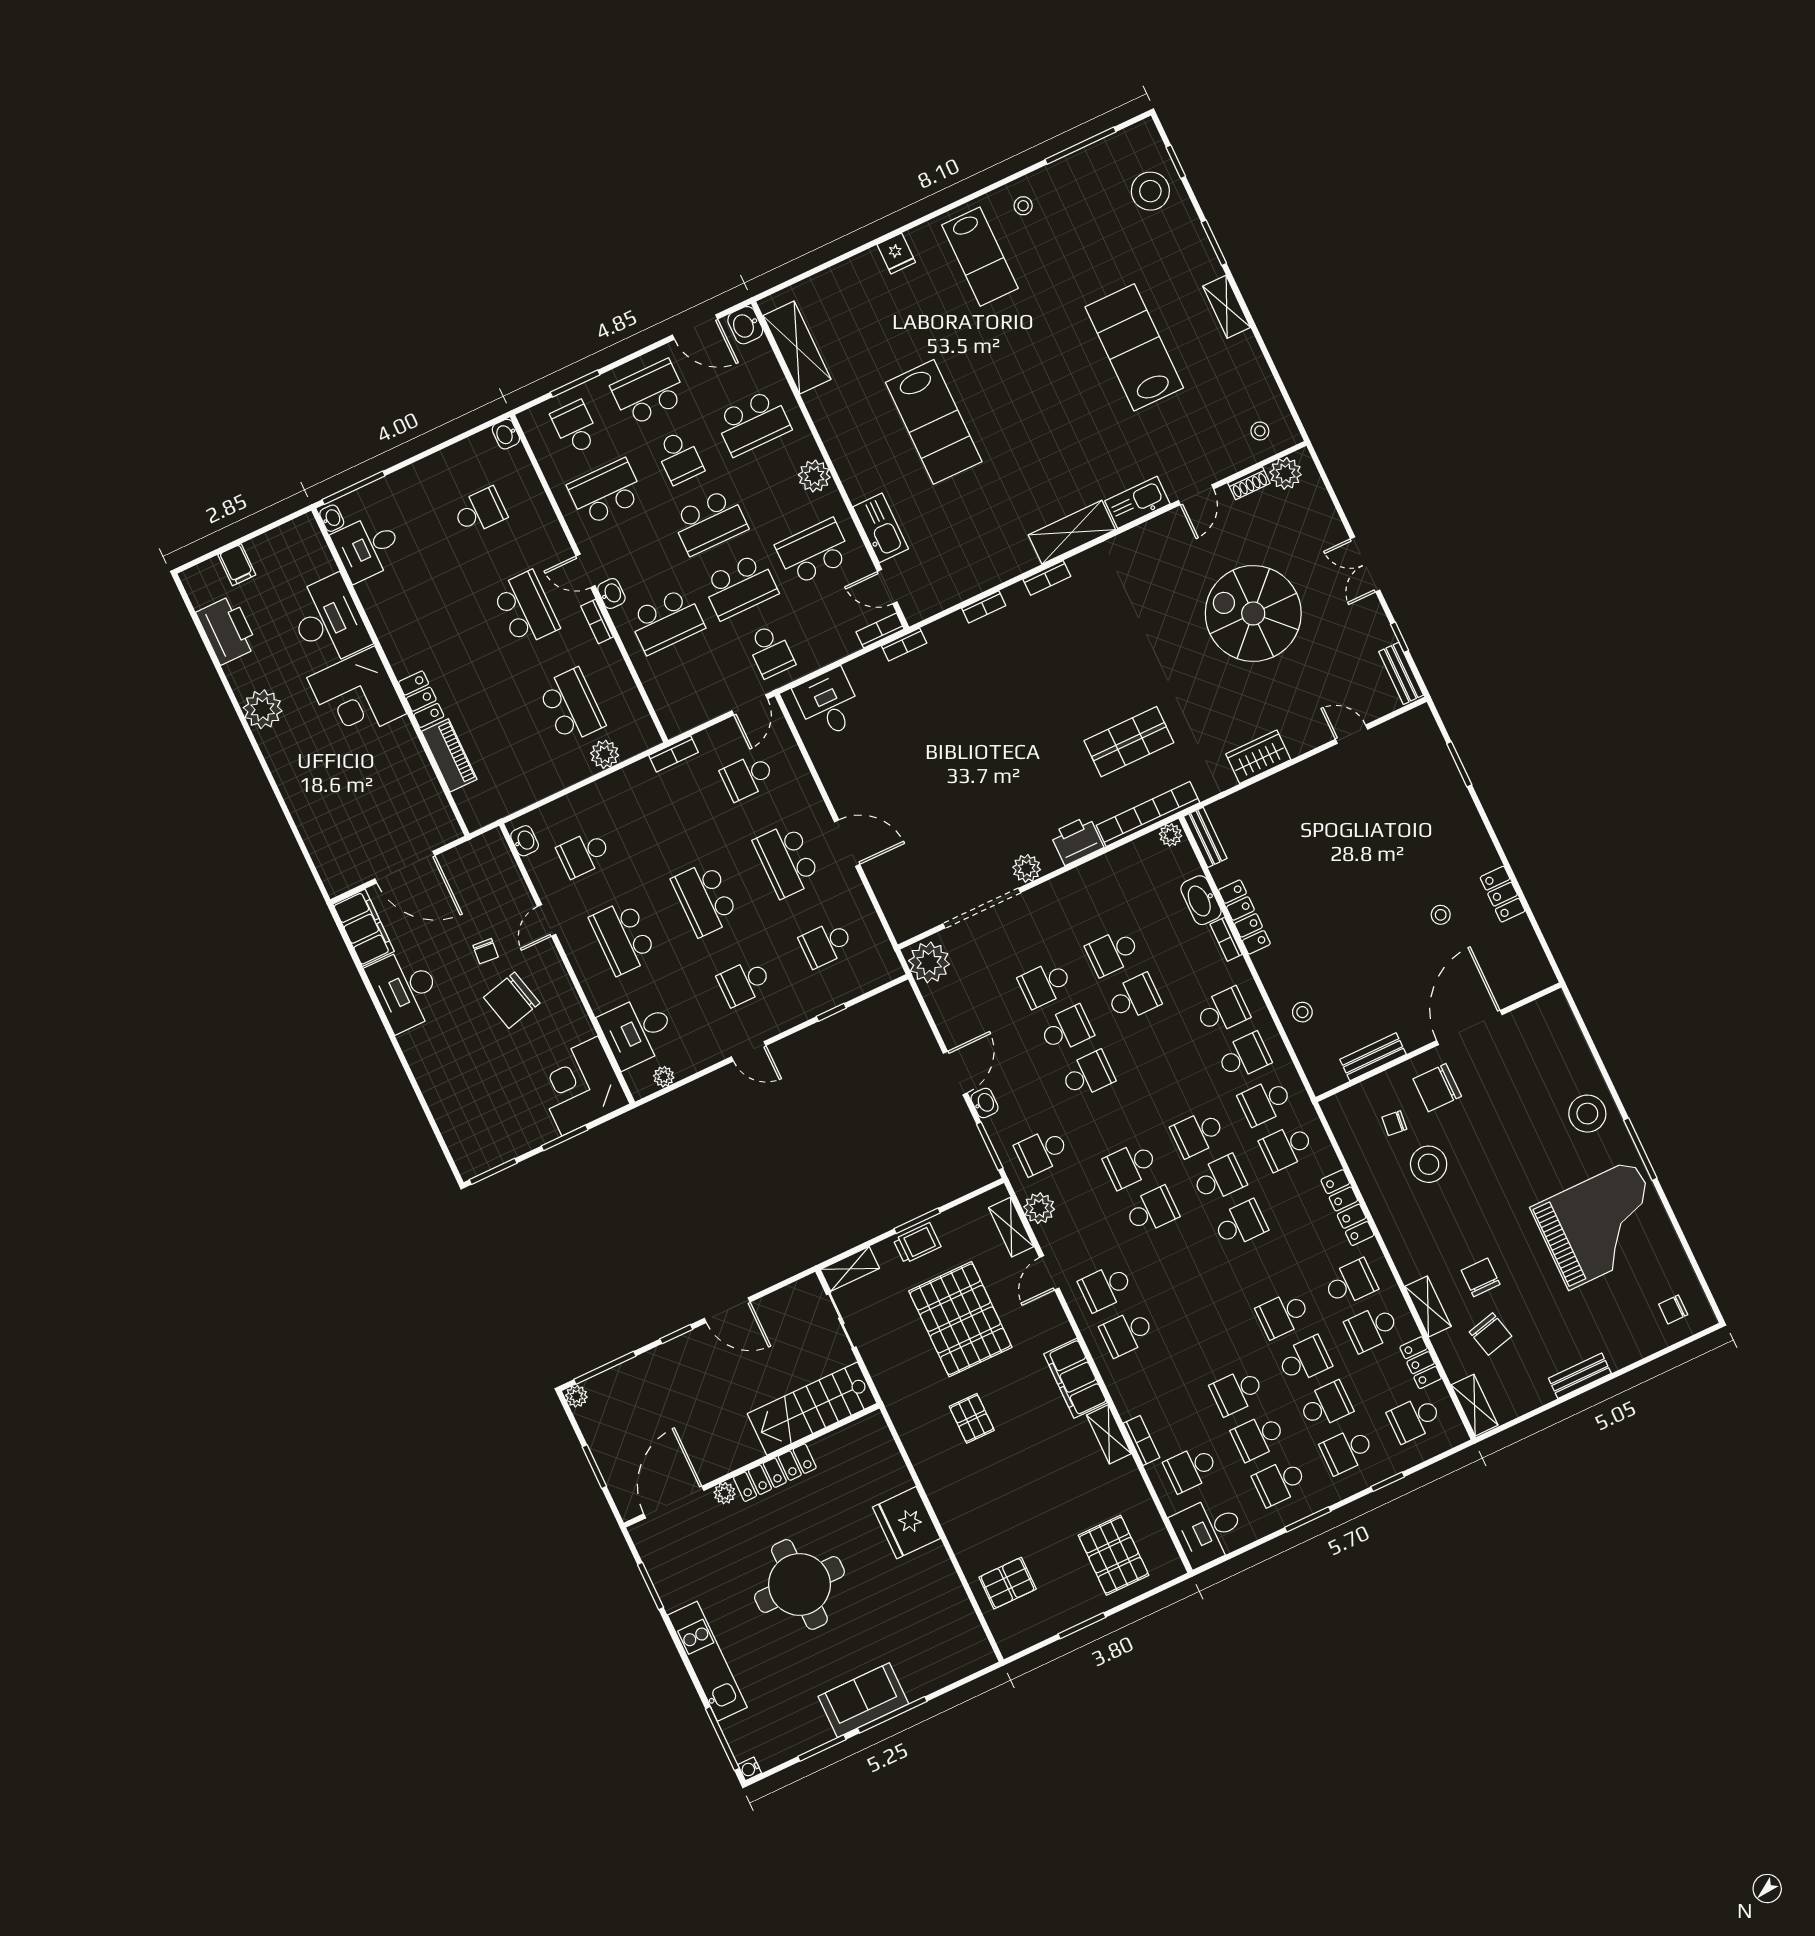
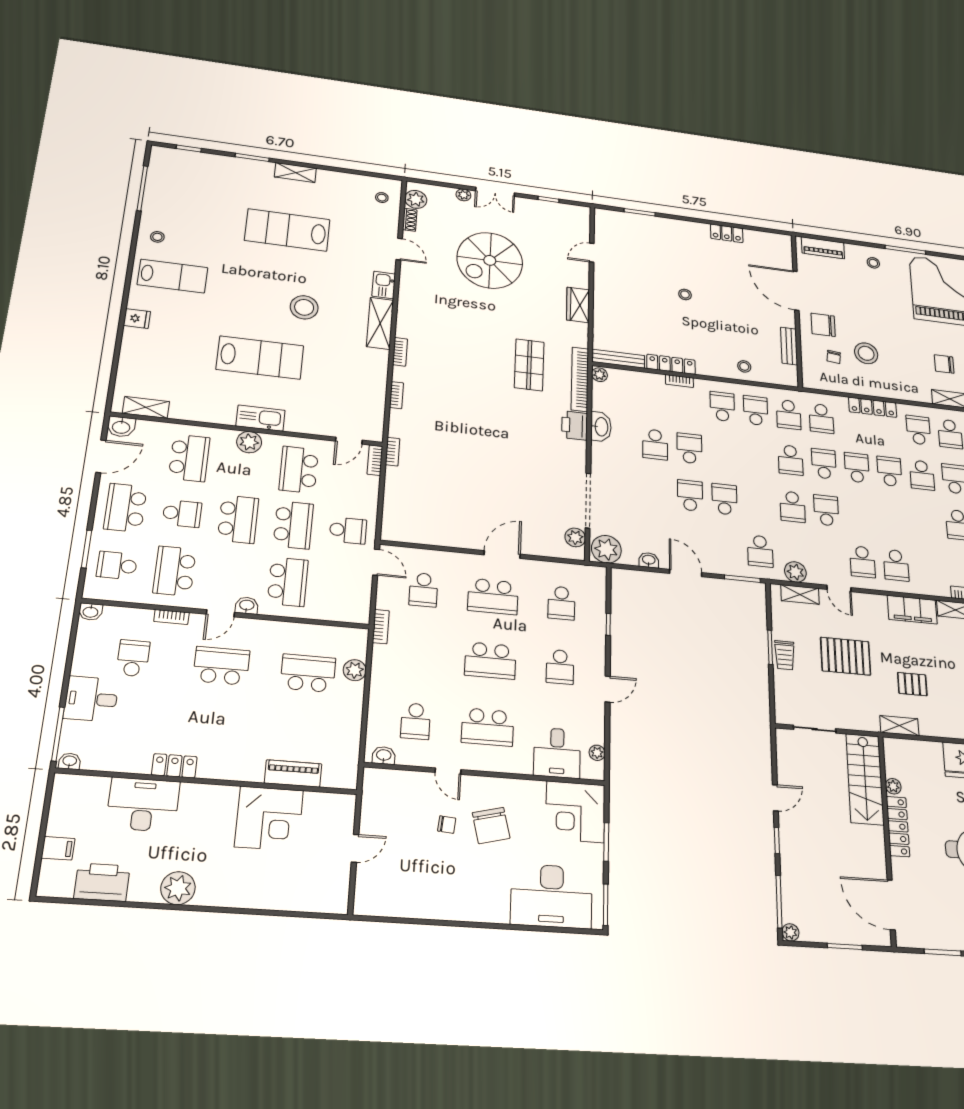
stool: (1150, 191) -> (304, 307), moved
shelving: (797, 348) -> (146, 407), width x0.67, depth x0.75
kitchen sink: (1137, 502) -> (384, 285), width x0.73
kitchen sink: (881, 528) -> (260, 418), moved
plant: (1333, 528) -> (463, 195), added
desk: (368, 547) -> (91, 699), moved, turned 90
bookcase: (597, 621) -> (171, 617), moved
bench: (1401, 673) -> (570, 210), removed
corner desk: (357, 696) -> (269, 818), moved
locker: (421, 699) -> (174, 766), moved
desk: (828, 703) -> (404, 515), removed
bench: (1205, 837) -> (618, 359), width x1.36
door: (405, 867) -> (355, 848), width x0.53
plant: (1027, 868) -> (575, 537), moved
washbasin: (1201, 900) -> (601, 427), moved, turned -90
stool: (1441, 915) -> (685, 294), moved
filing cabinet: (364, 928) -> (382, 902), removed
school desk: (1045, 984) -> (889, 471), moved, turned 180
desk: (405, 990) -> (551, 896), moved, width x1.36, depth x1.30
piano: (1566, 1034) -> (823, 248), added
chair: (1437, 1088) -> (823, 325), turned 90
washbasin: (984, 1103) -> (649, 560), moved
stool: (1587, 1114) -> (873, 263), width x0.53, depth x0.53
trolley: (917, 1243) -> (785, 655), turned 180
shelving: (850, 1269) -> (899, 726), moved, turned 90
door: (727, 1310) -> (775, 798), width x0.73
pallet: (960, 1319) -> (845, 656), width x0.73, depth x0.71
plant: (725, 1493) -> (893, 786), moved

